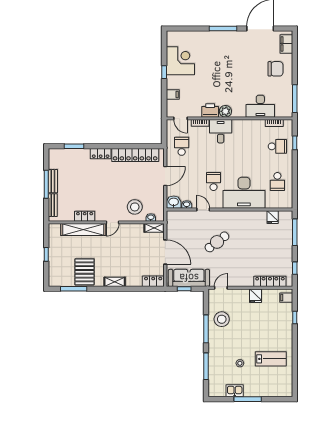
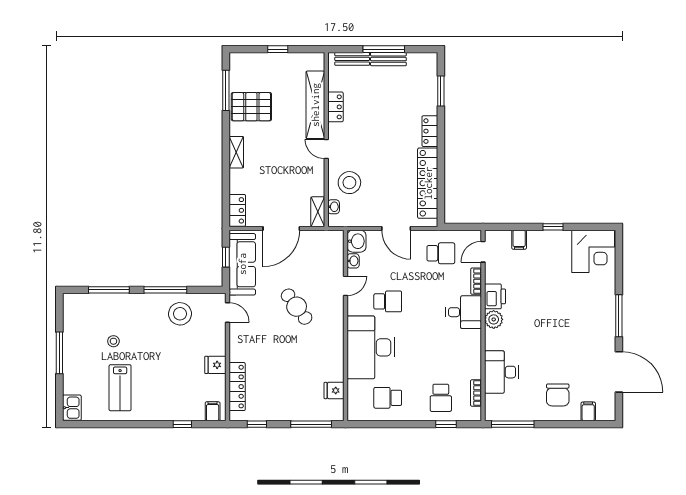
filing cabinet: (286, 44) -> (588, 411), width x0.50
corner desk: (180, 61) -> (593, 251), moved
kitchen sink: (235, 391) -> (72, 408), moved

